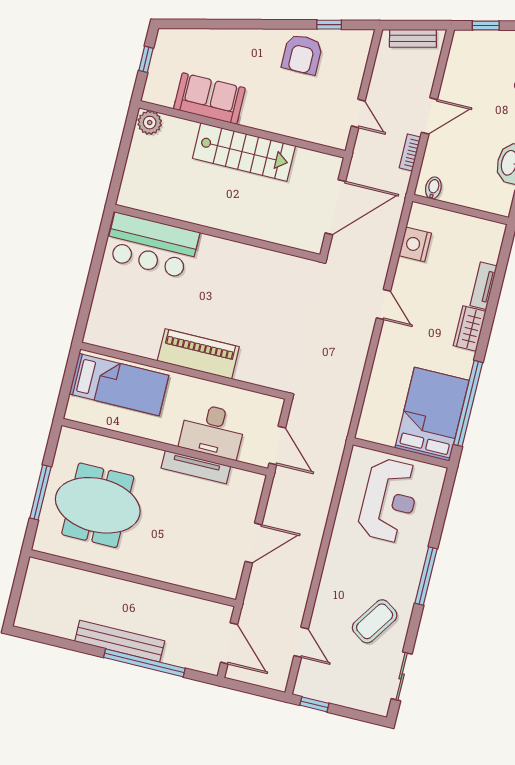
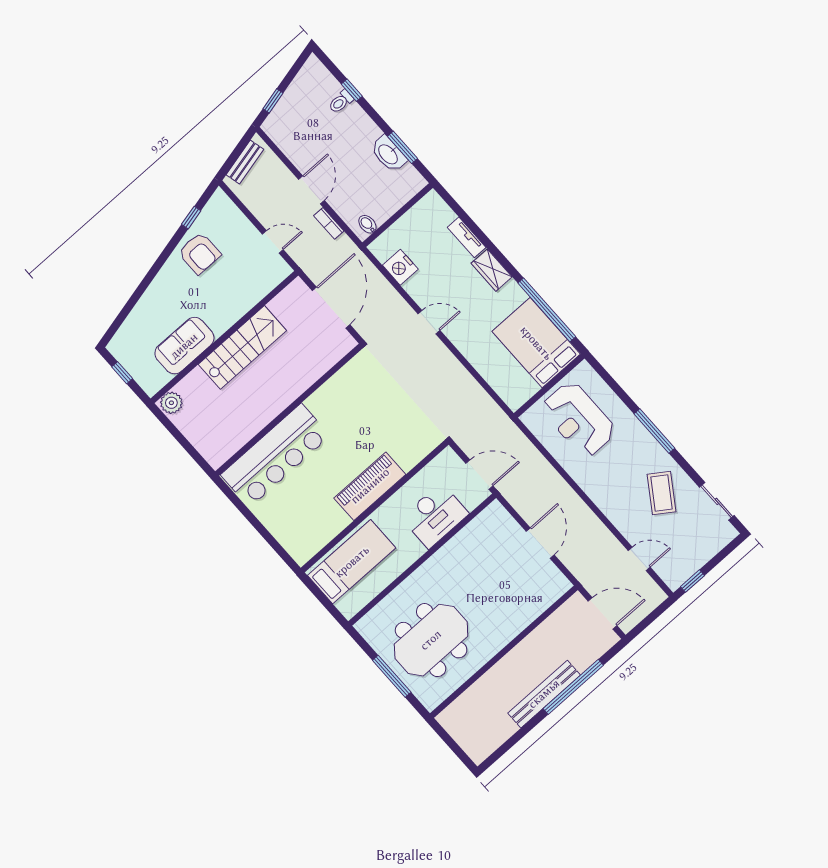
bar counter: (152, 246) -> (275, 455), width x1.36
tv unit: (196, 467) -> (453, 547), removed
reception desk: (389, 500) -> (578, 419), turned 180

